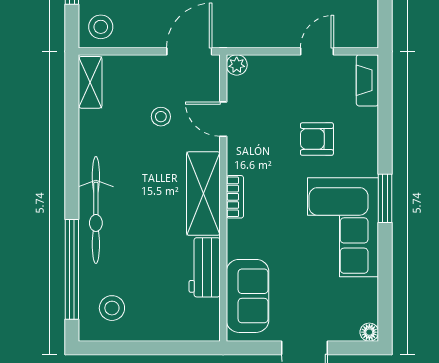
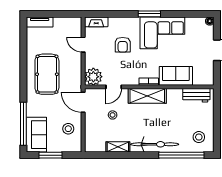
stool: (101, 27) -> (68, 129), moved
plant: (237, 65) -> (93, 77), width x1.87, depth x1.87
shelving: (90, 82) -> (118, 147), moved
workbench: (205, 267) -> (196, 95), moved
sofa: (248, 296) -> (176, 76), moved

